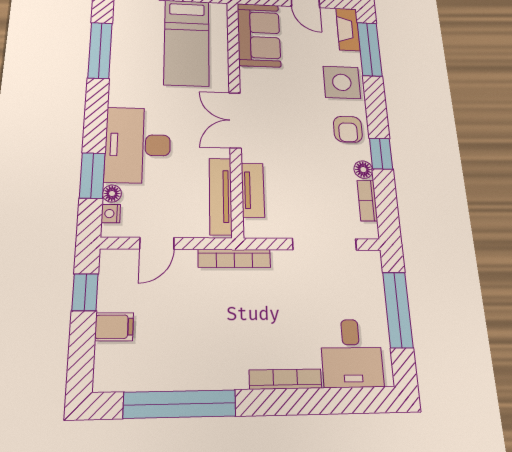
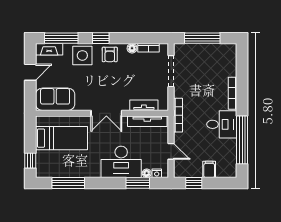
armchair: (348, 129) -> (110, 54), turned 90
window: (381, 154) -> (101, 38), moved
desk: (352, 353) -> (222, 124), moved

